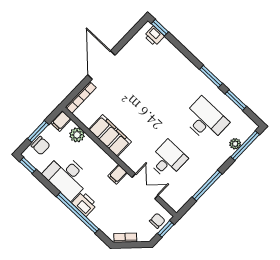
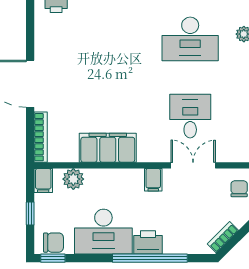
desk: (205, 120) -> (190, 39), turned 180
window: (38, 131) -> (30, 213), width x0.67
chair: (41, 146) -> (53, 243), moved

